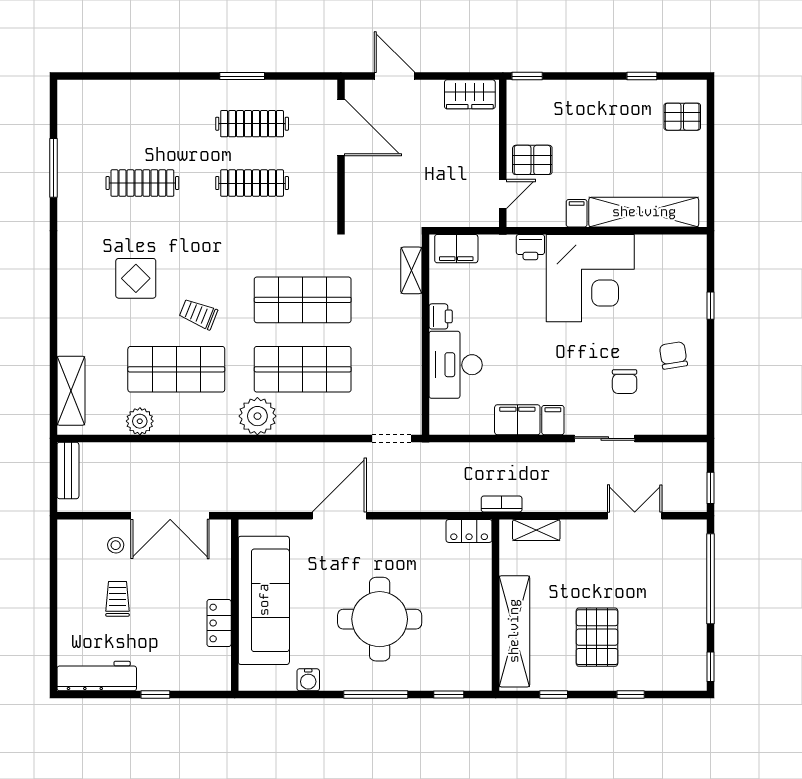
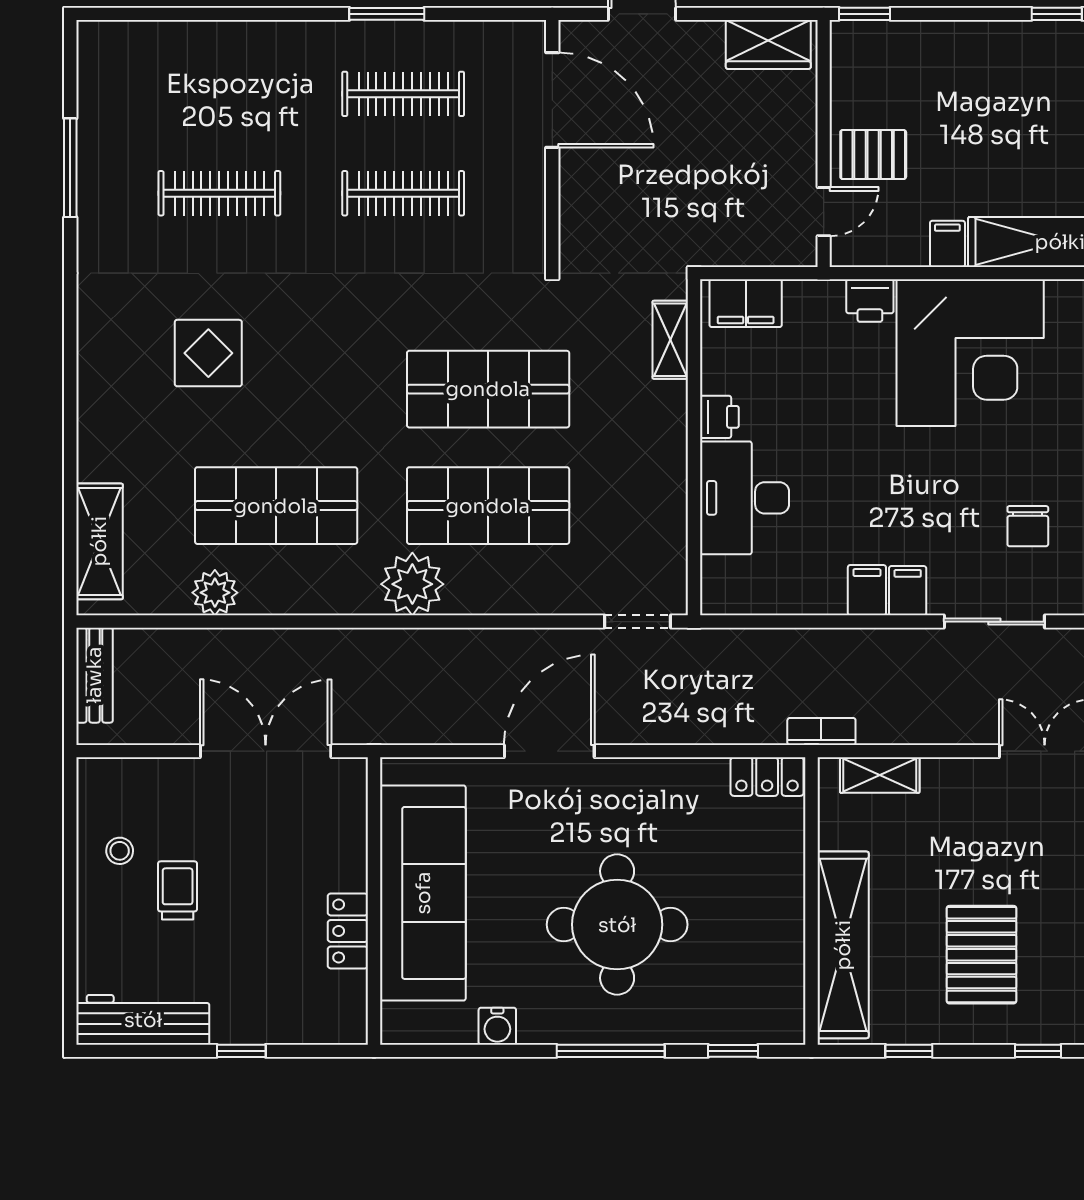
trolley: (198, 314) -> (313, 413), removed
filing cabinet: (517, 420) -> (867, 590), width x0.50
double door: (170, 516) -> (266, 751), swing flipped
stool: (116, 545) -> (120, 851), moved

